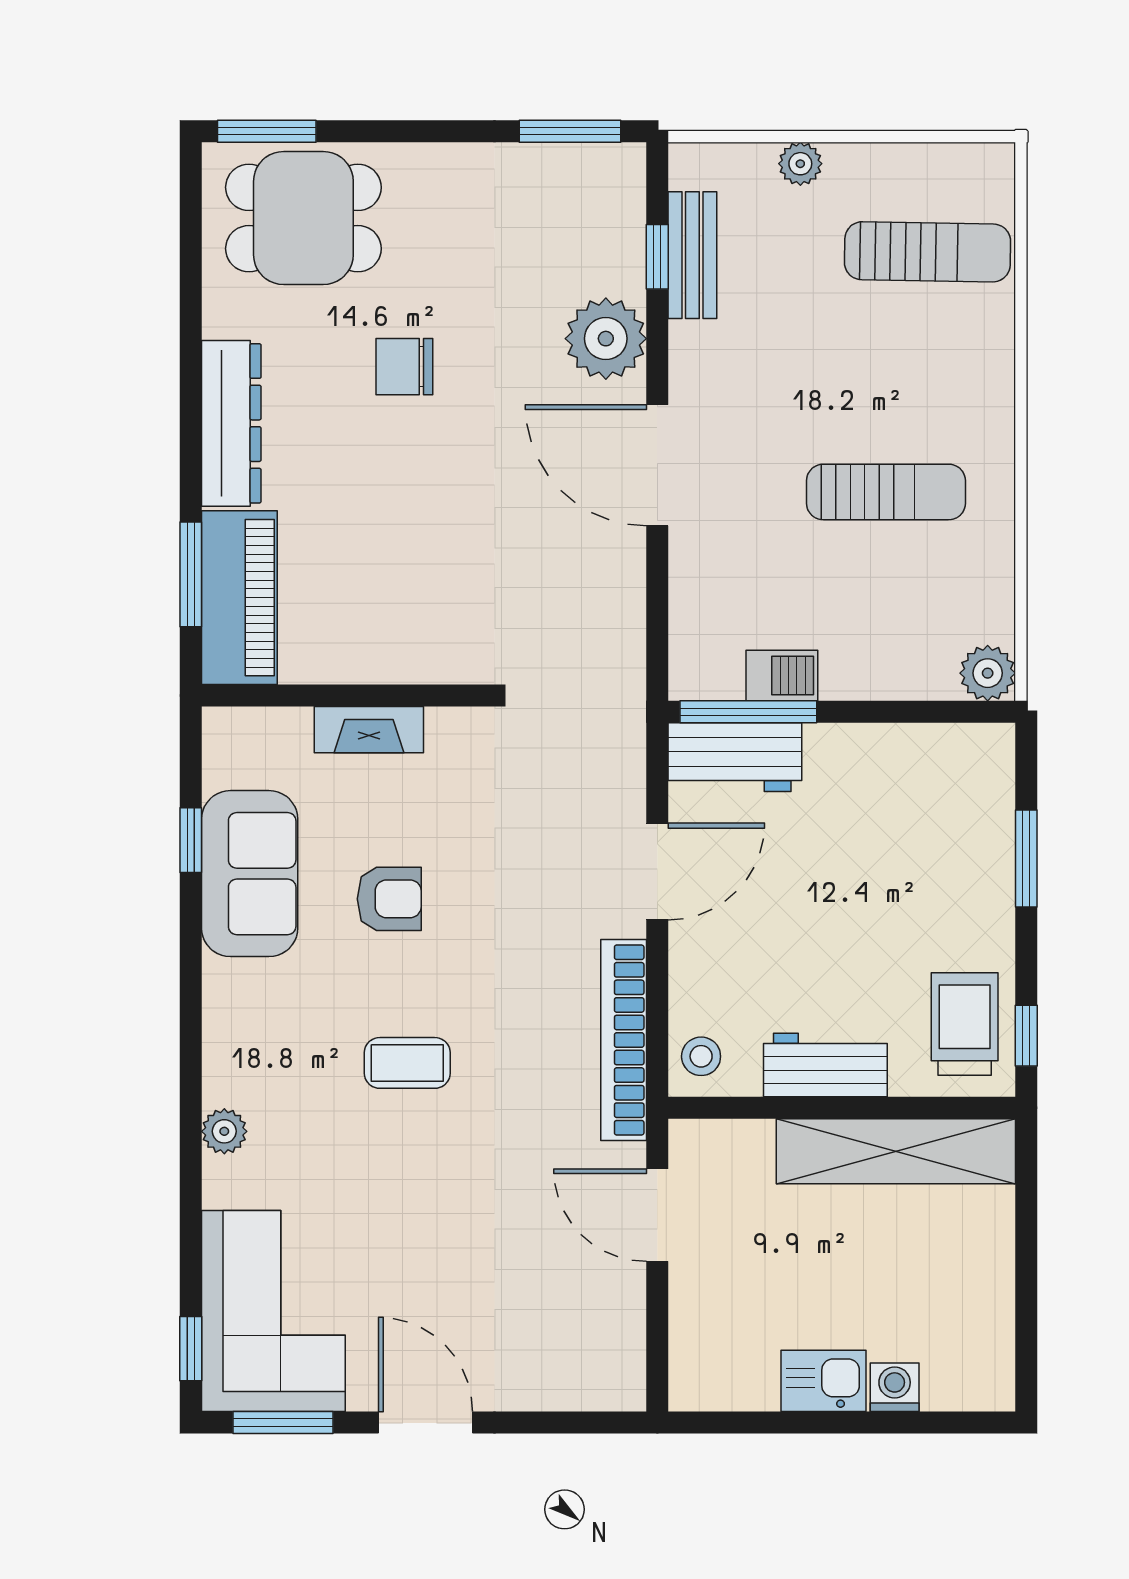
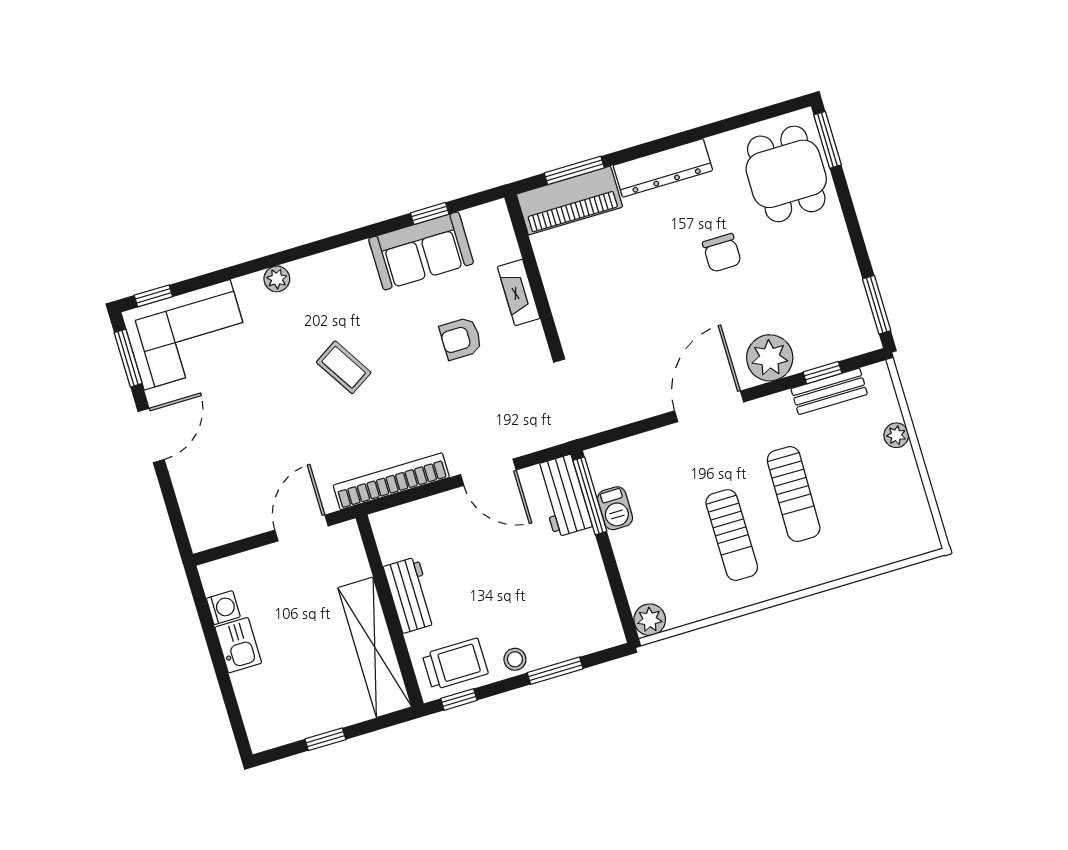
sun lounger: (928, 252) -> (794, 494), moved
chair: (404, 367) -> (722, 253), turned 180
armchair: (389, 899) -> (461, 339), moved, turned 90
stool: (701, 1056) -> (515, 659), moved
coffee table: (407, 1063) -> (344, 367), turned -32
window: (1026, 1281) -> (325, 739), added
washing machine: (895, 1387) -> (223, 608), moved

